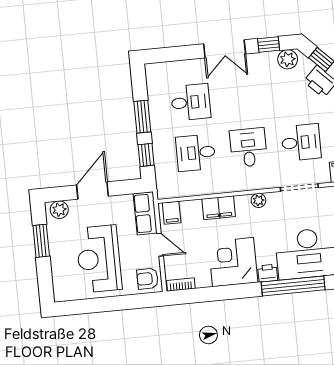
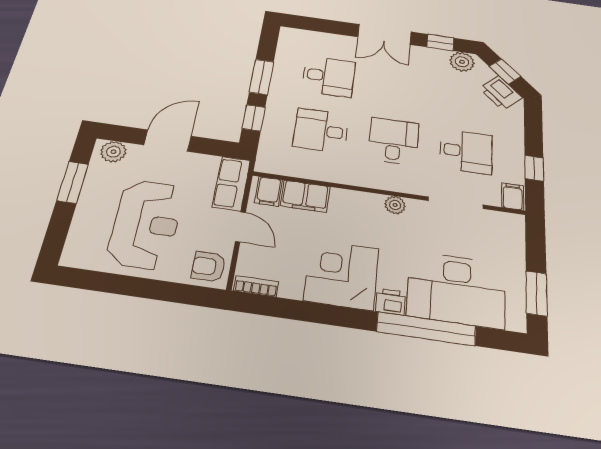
filing cabinet: (219, 208) -> (305, 196), moved
reception desk: (99, 259) -> (146, 224), turned 180

